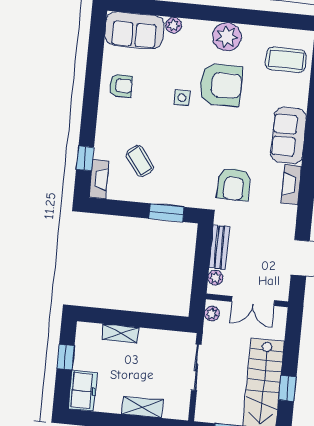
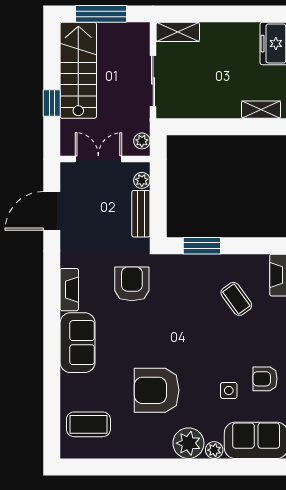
plant: (227, 37) -> (188, 443), moved
side table: (182, 98) -> (229, 390), moved
shelving: (120, 334) -> (261, 110), moved
window: (287, 388) -> (52, 103), moved
shelving: (142, 407) -> (178, 32), moved

